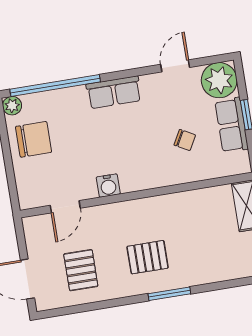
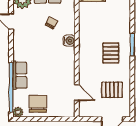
row of seats: (114, 92) -> (20, 75), moved
water cooler: (108, 186) -> (69, 41), moved

